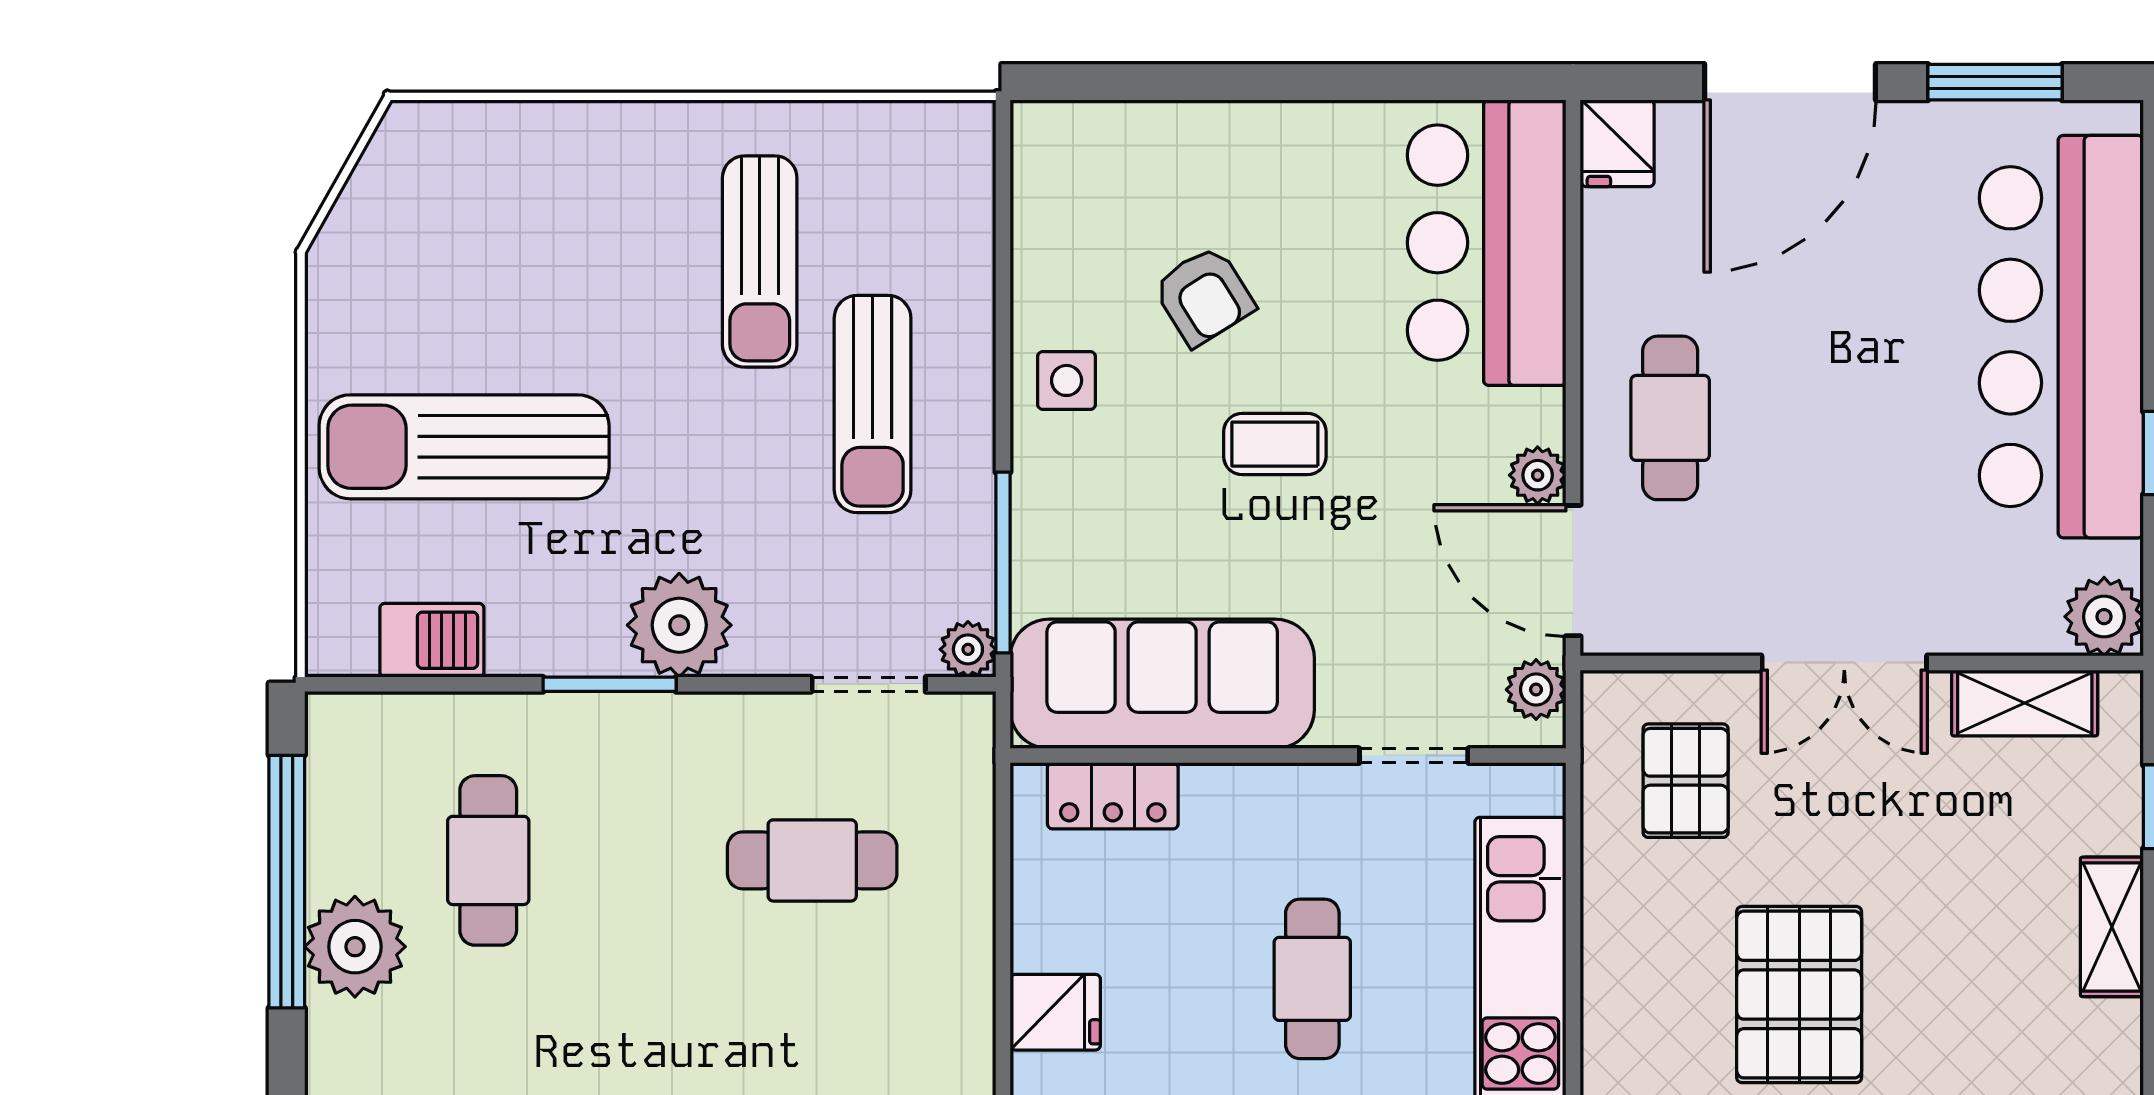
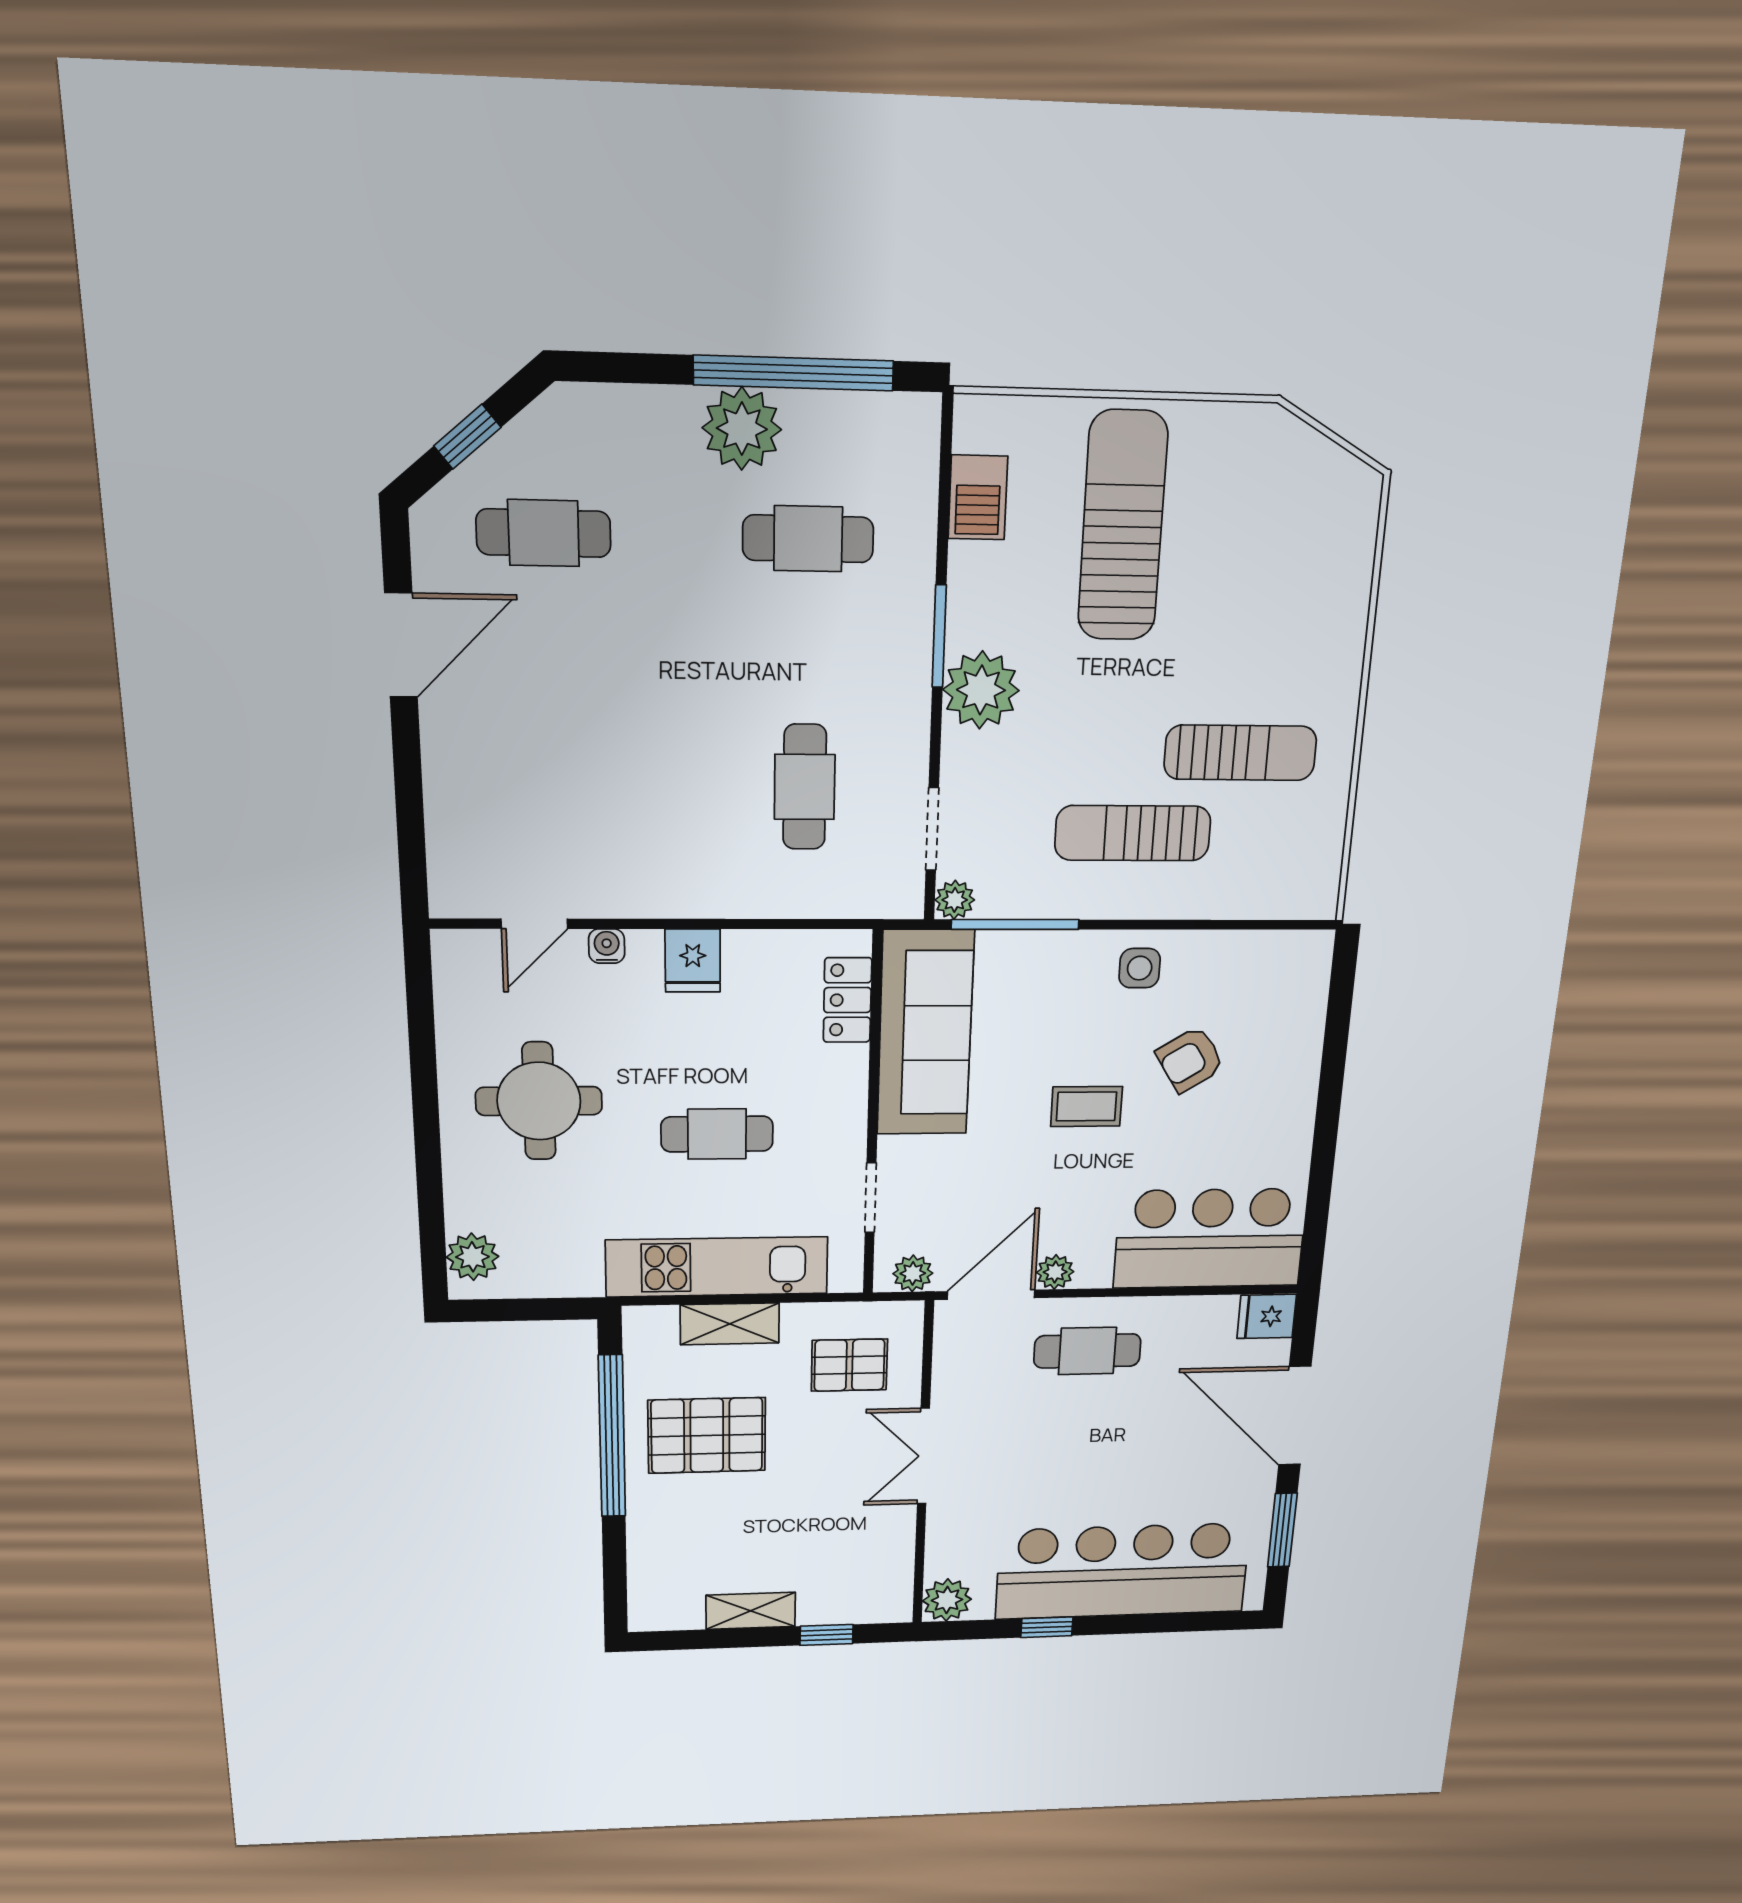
sun lounger: (760, 261) -> (1240, 753), turned 180
coffee table: (1275, 444) -> (1086, 1106), turned 90
shelving: (2025, 703) -> (730, 1324), moved, turned 90

